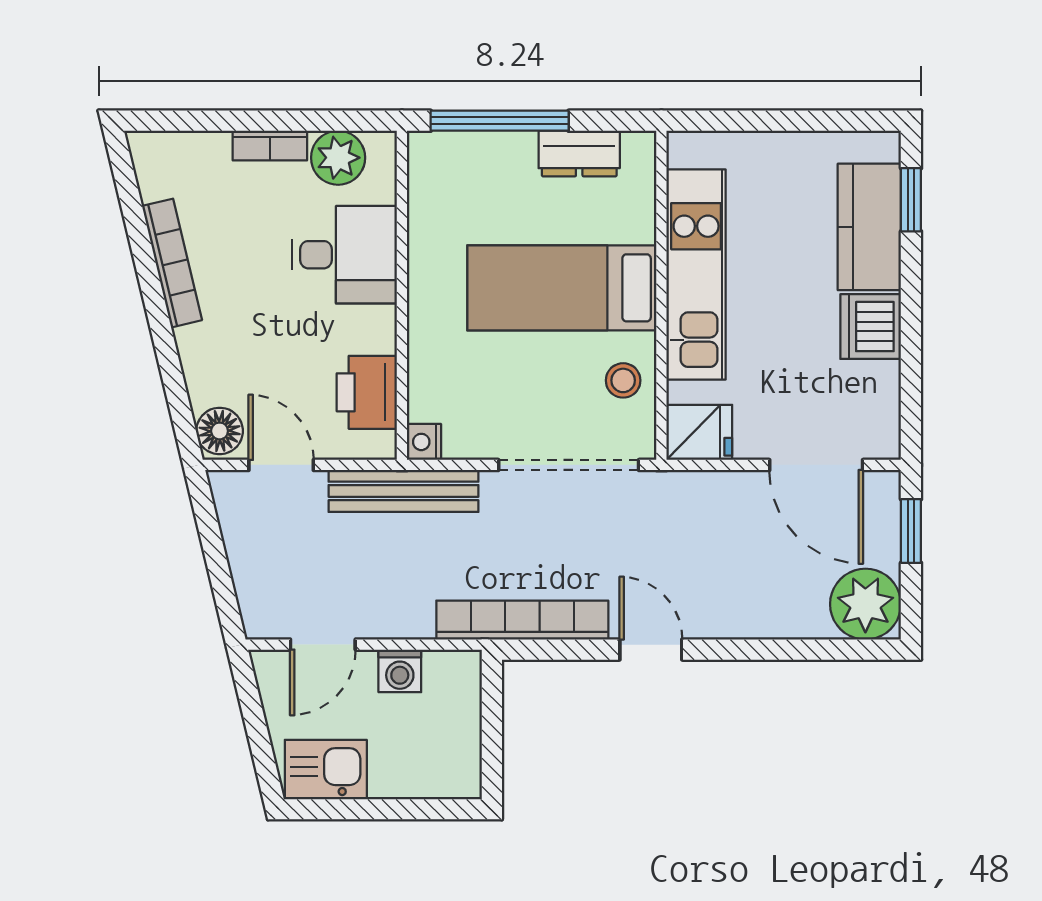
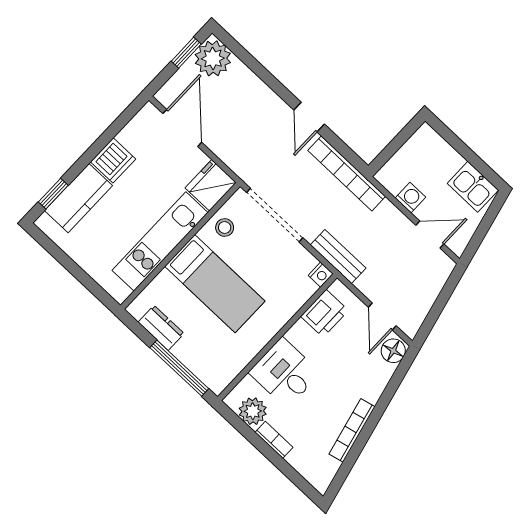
fridge: (699, 432) -> (211, 185), width x1.38
bench: (404, 491) -> (338, 257), width x0.73
window: (911, 531) -> (186, 53), moved

